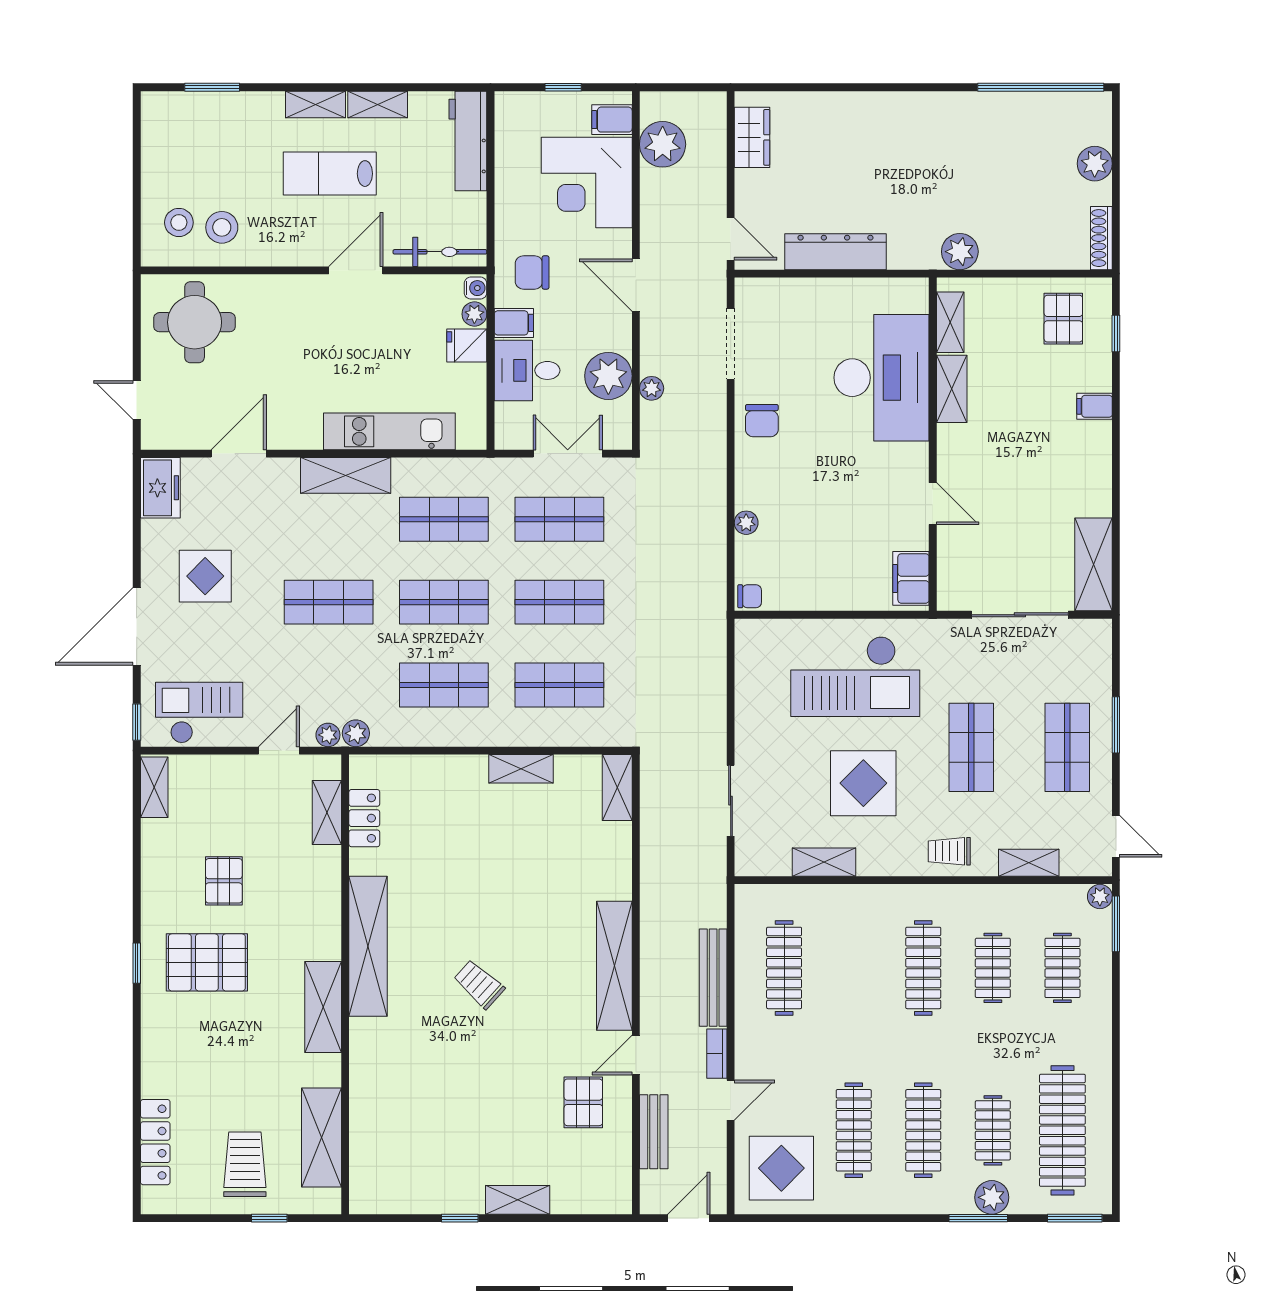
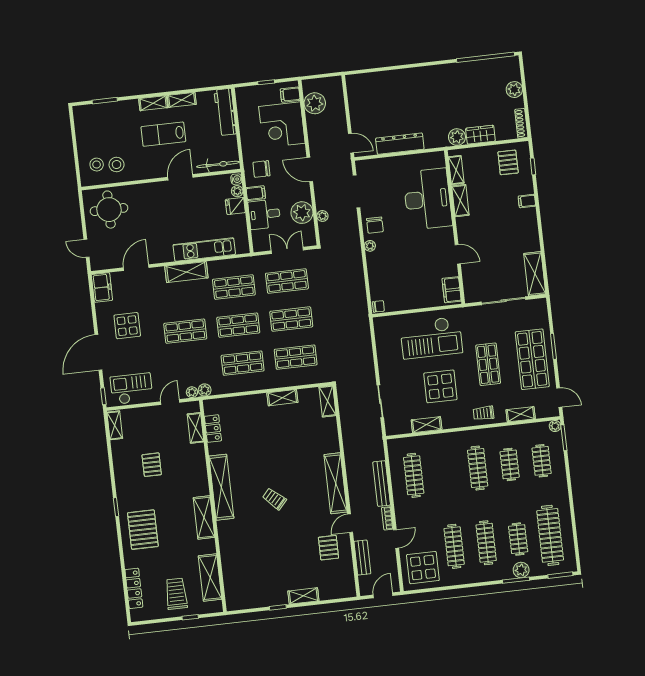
wardrobe: (752, 137) -> (480, 135), moved, turned -90
plant: (746, 523) -> (370, 246), moved
shop shelf: (1067, 747) -> (532, 359), width x1.43, depth x1.36
pallet: (207, 962) -> (143, 530), moved, turned 90

